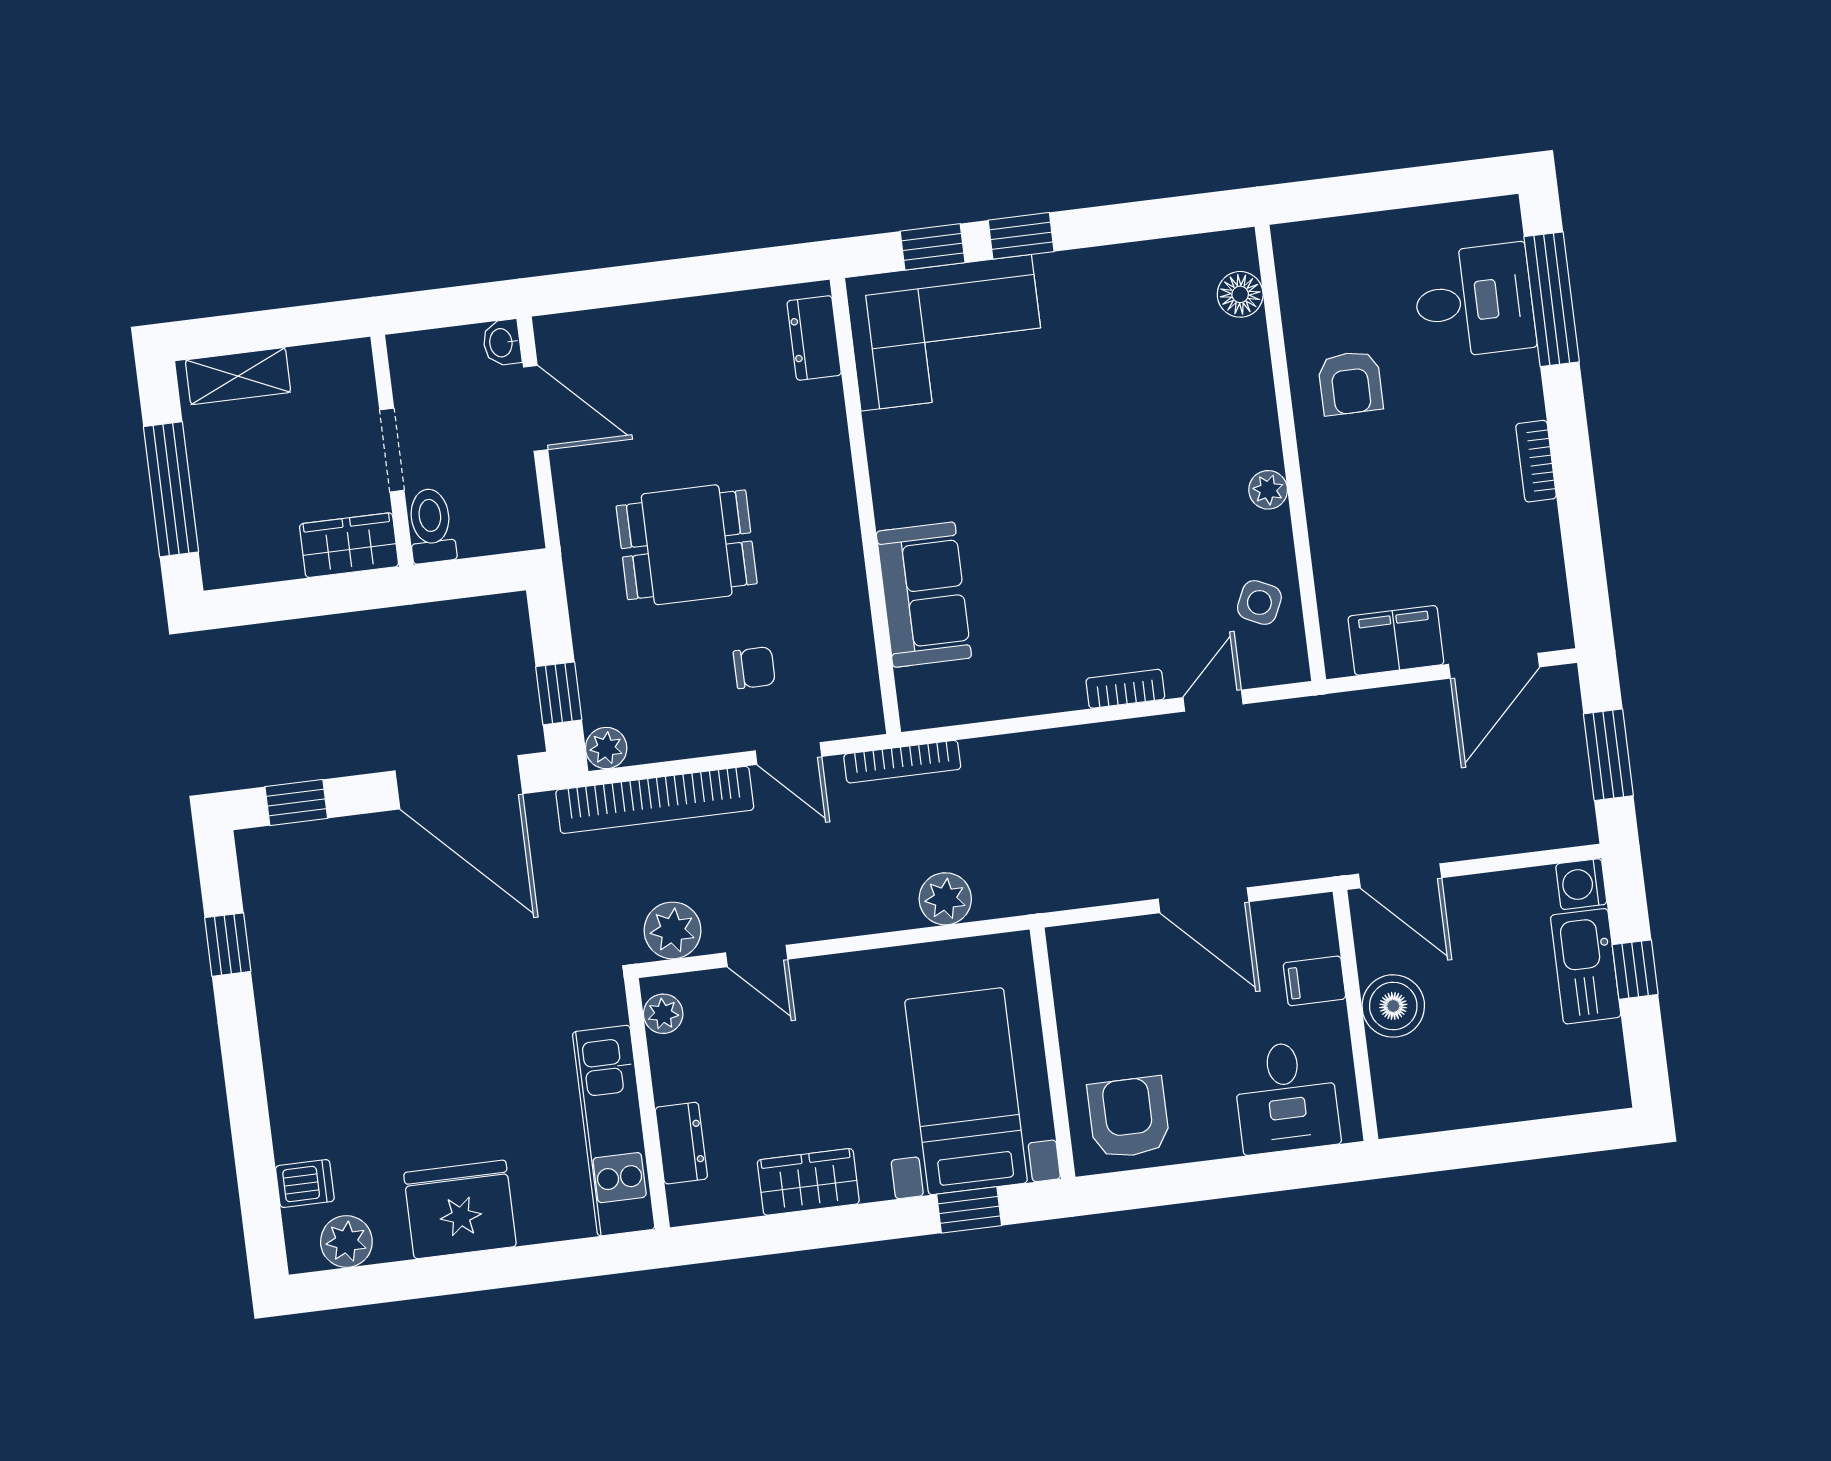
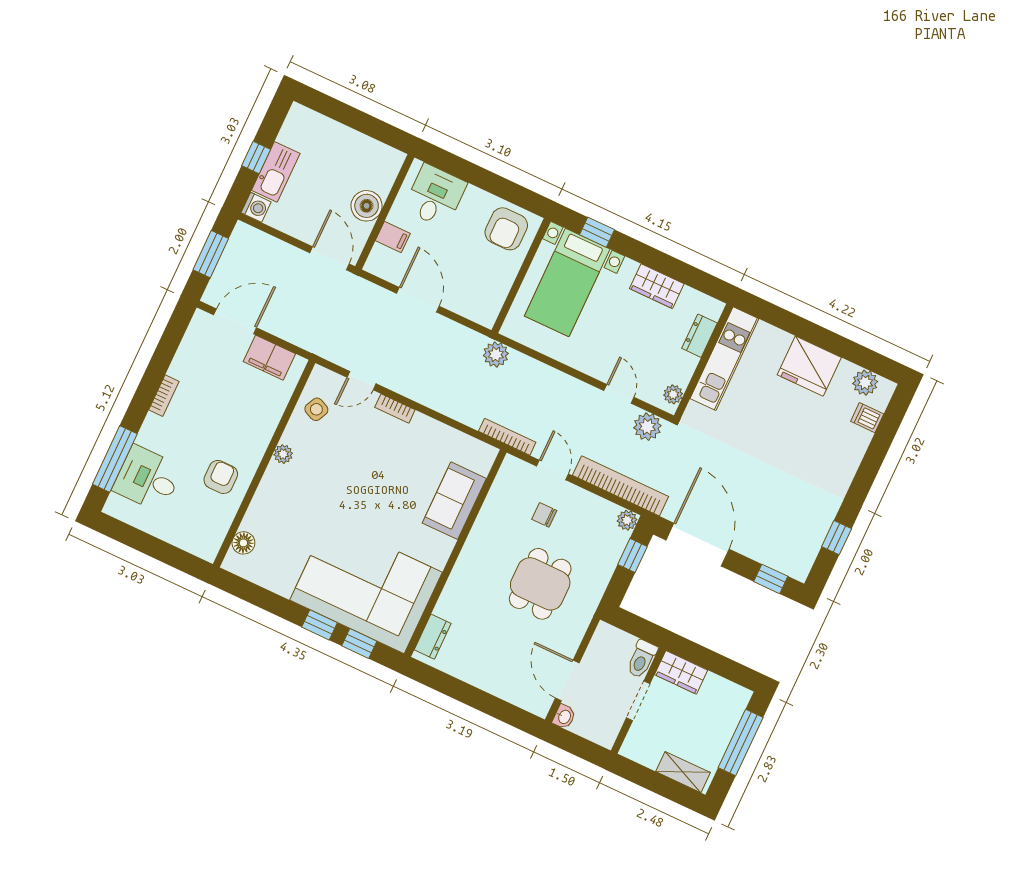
corner sofa: (946, 333) -> (366, 586), width x1.36, depth x1.36
dining table: (687, 545) -> (540, 584), turned 90
plant: (945, 899) -> (496, 354), moved

